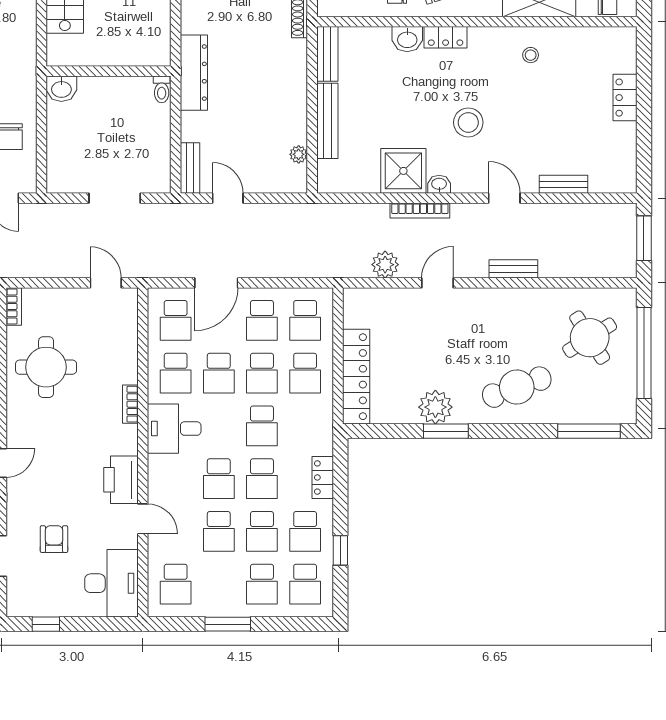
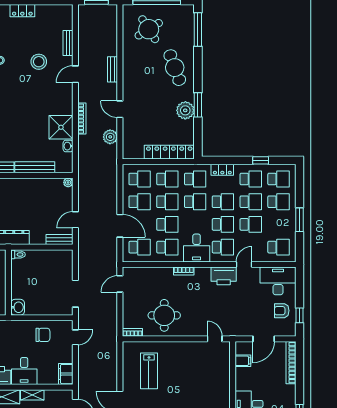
stool: (468, 122) -> (39, 62), moved
plant: (299, 154) -> (68, 182), moved
washbasin: (439, 184) -> (68, 146), moved
doorway: (115, 198) -> (75, 294), moved
school desk: (305, 426) -> (195, 179), added
school desk: (176, 479) -> (223, 247), added
armchair: (54, 539) -> (282, 311), moved

